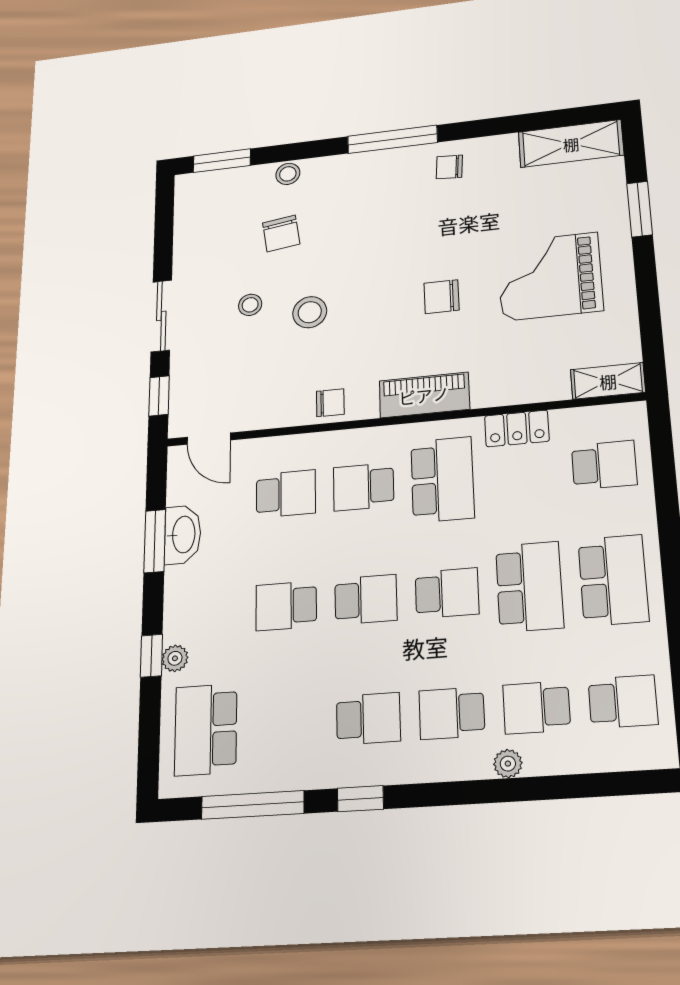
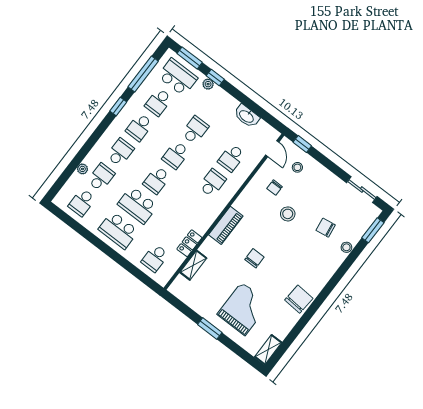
window: (392, 139) -> (327, 290), removed
shelving: (571, 144) -> (268, 350), width x0.67, depth x0.75
chair: (449, 167) -> (299, 299), width x1.87, depth x1.87
window: (640, 209) -> (210, 328), moved
grand piano: (550, 277) -> (243, 309), moved
stool: (250, 305) -> (297, 167), moved
sliding door: (161, 316) -> (362, 190), moved
shelving: (608, 381) -> (193, 265), moved
chair: (330, 403) -> (275, 188), moved
door: (209, 439) -> (272, 149), swing flipped
school desk: (442, 480) -> (158, 102), moved, width x0.54
window: (155, 541) -> (190, 58), moved
plant: (508, 764) -> (82, 169), moved

